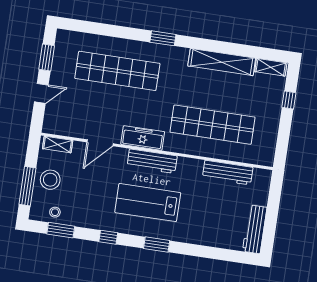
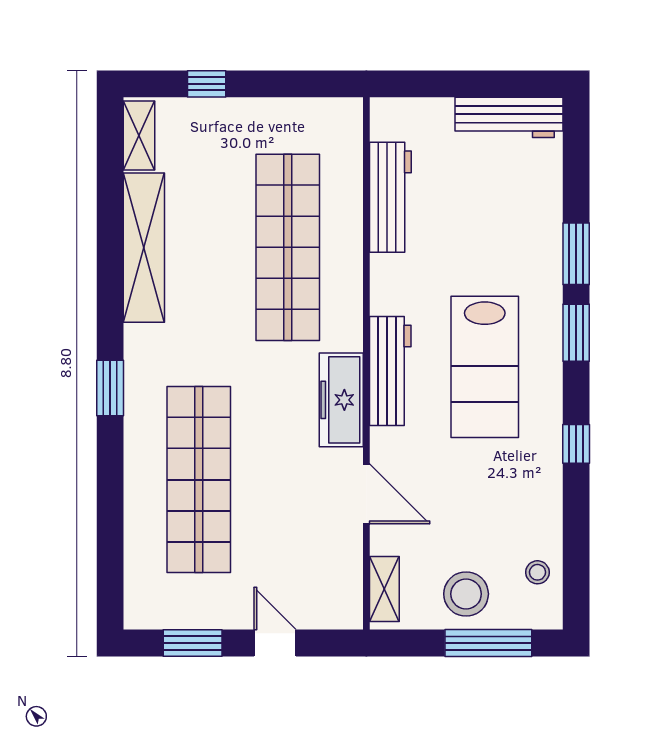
window: (61, 230) -> (576, 254), moved

